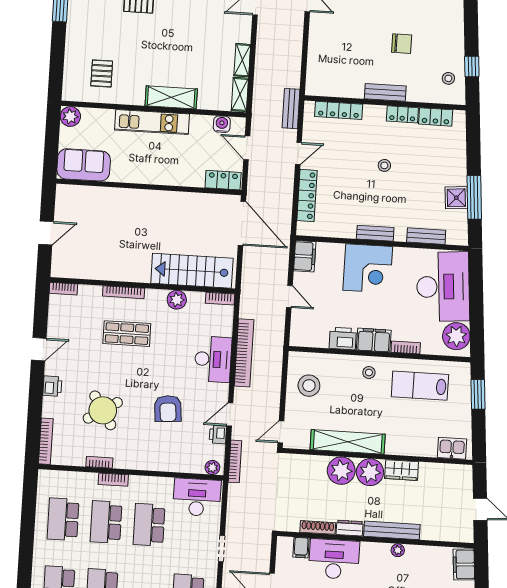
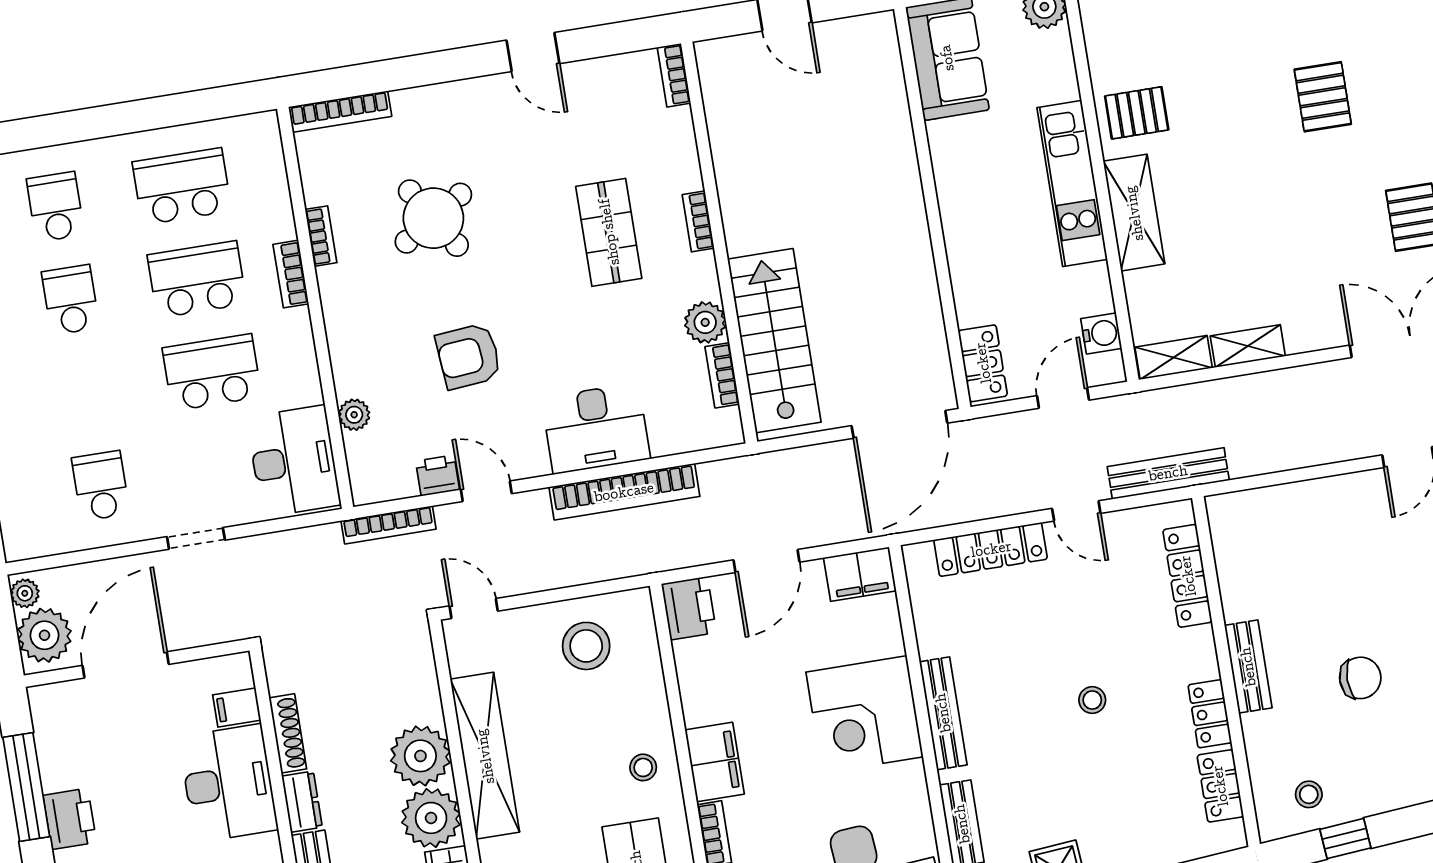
chair: (402, 44) -> (1360, 678), turned -90
pallet: (102, 73) -> (1137, 113), moved
bench: (291, 109) -> (1168, 473), width x1.36
bench: (375, 233) -> (943, 713), width x1.36
bookcase: (124, 292) -> (698, 221), width x0.64
door: (289, 297) -> (767, 561), width x1.38
bookcase: (220, 299) -> (722, 375), moved
printer: (343, 338) -> (689, 608), moved
printer: (52, 386) -> (461, 99), removed
plant: (212, 467) -> (354, 415), moved

